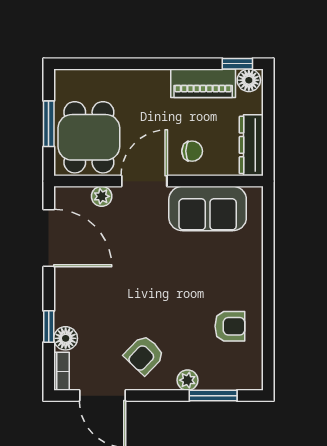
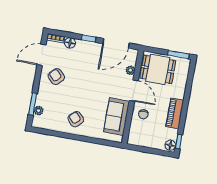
piano: (203, 83) -> (175, 113), moved
window: (49, 124) -> (178, 55), moved
dresser: (251, 145) -> (141, 141), removed
armchair: (230, 326) -> (76, 119), moved, turned 136
window: (49, 327) -> (89, 38), moved
plant: (188, 380) -> (39, 111), moved

